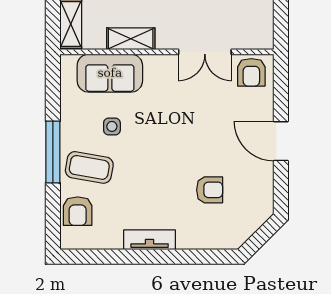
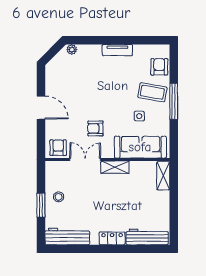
shelving: (131, 39) -> (115, 167), moved
sofa: (110, 73) -> (140, 147), width x1.36
armchair: (210, 190) -> (95, 128), moved
plant: (228, 241) -> (72, 49), added

